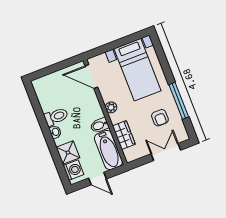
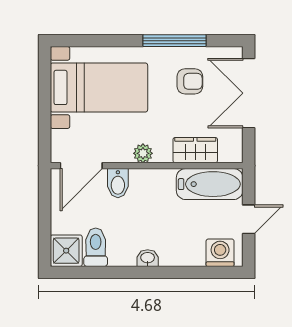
toilet: (56, 117) -> (96, 247), moved
bidet: (99, 125) -> (118, 183), moved
double door: (166, 152) -> (249, 93), width x1.37
shower: (68, 153) -> (66, 251), moved

